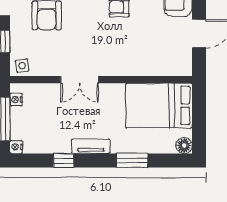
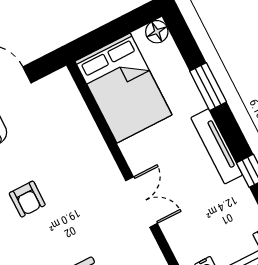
tv unit: (91, 146) -> (217, 146), width x1.41

